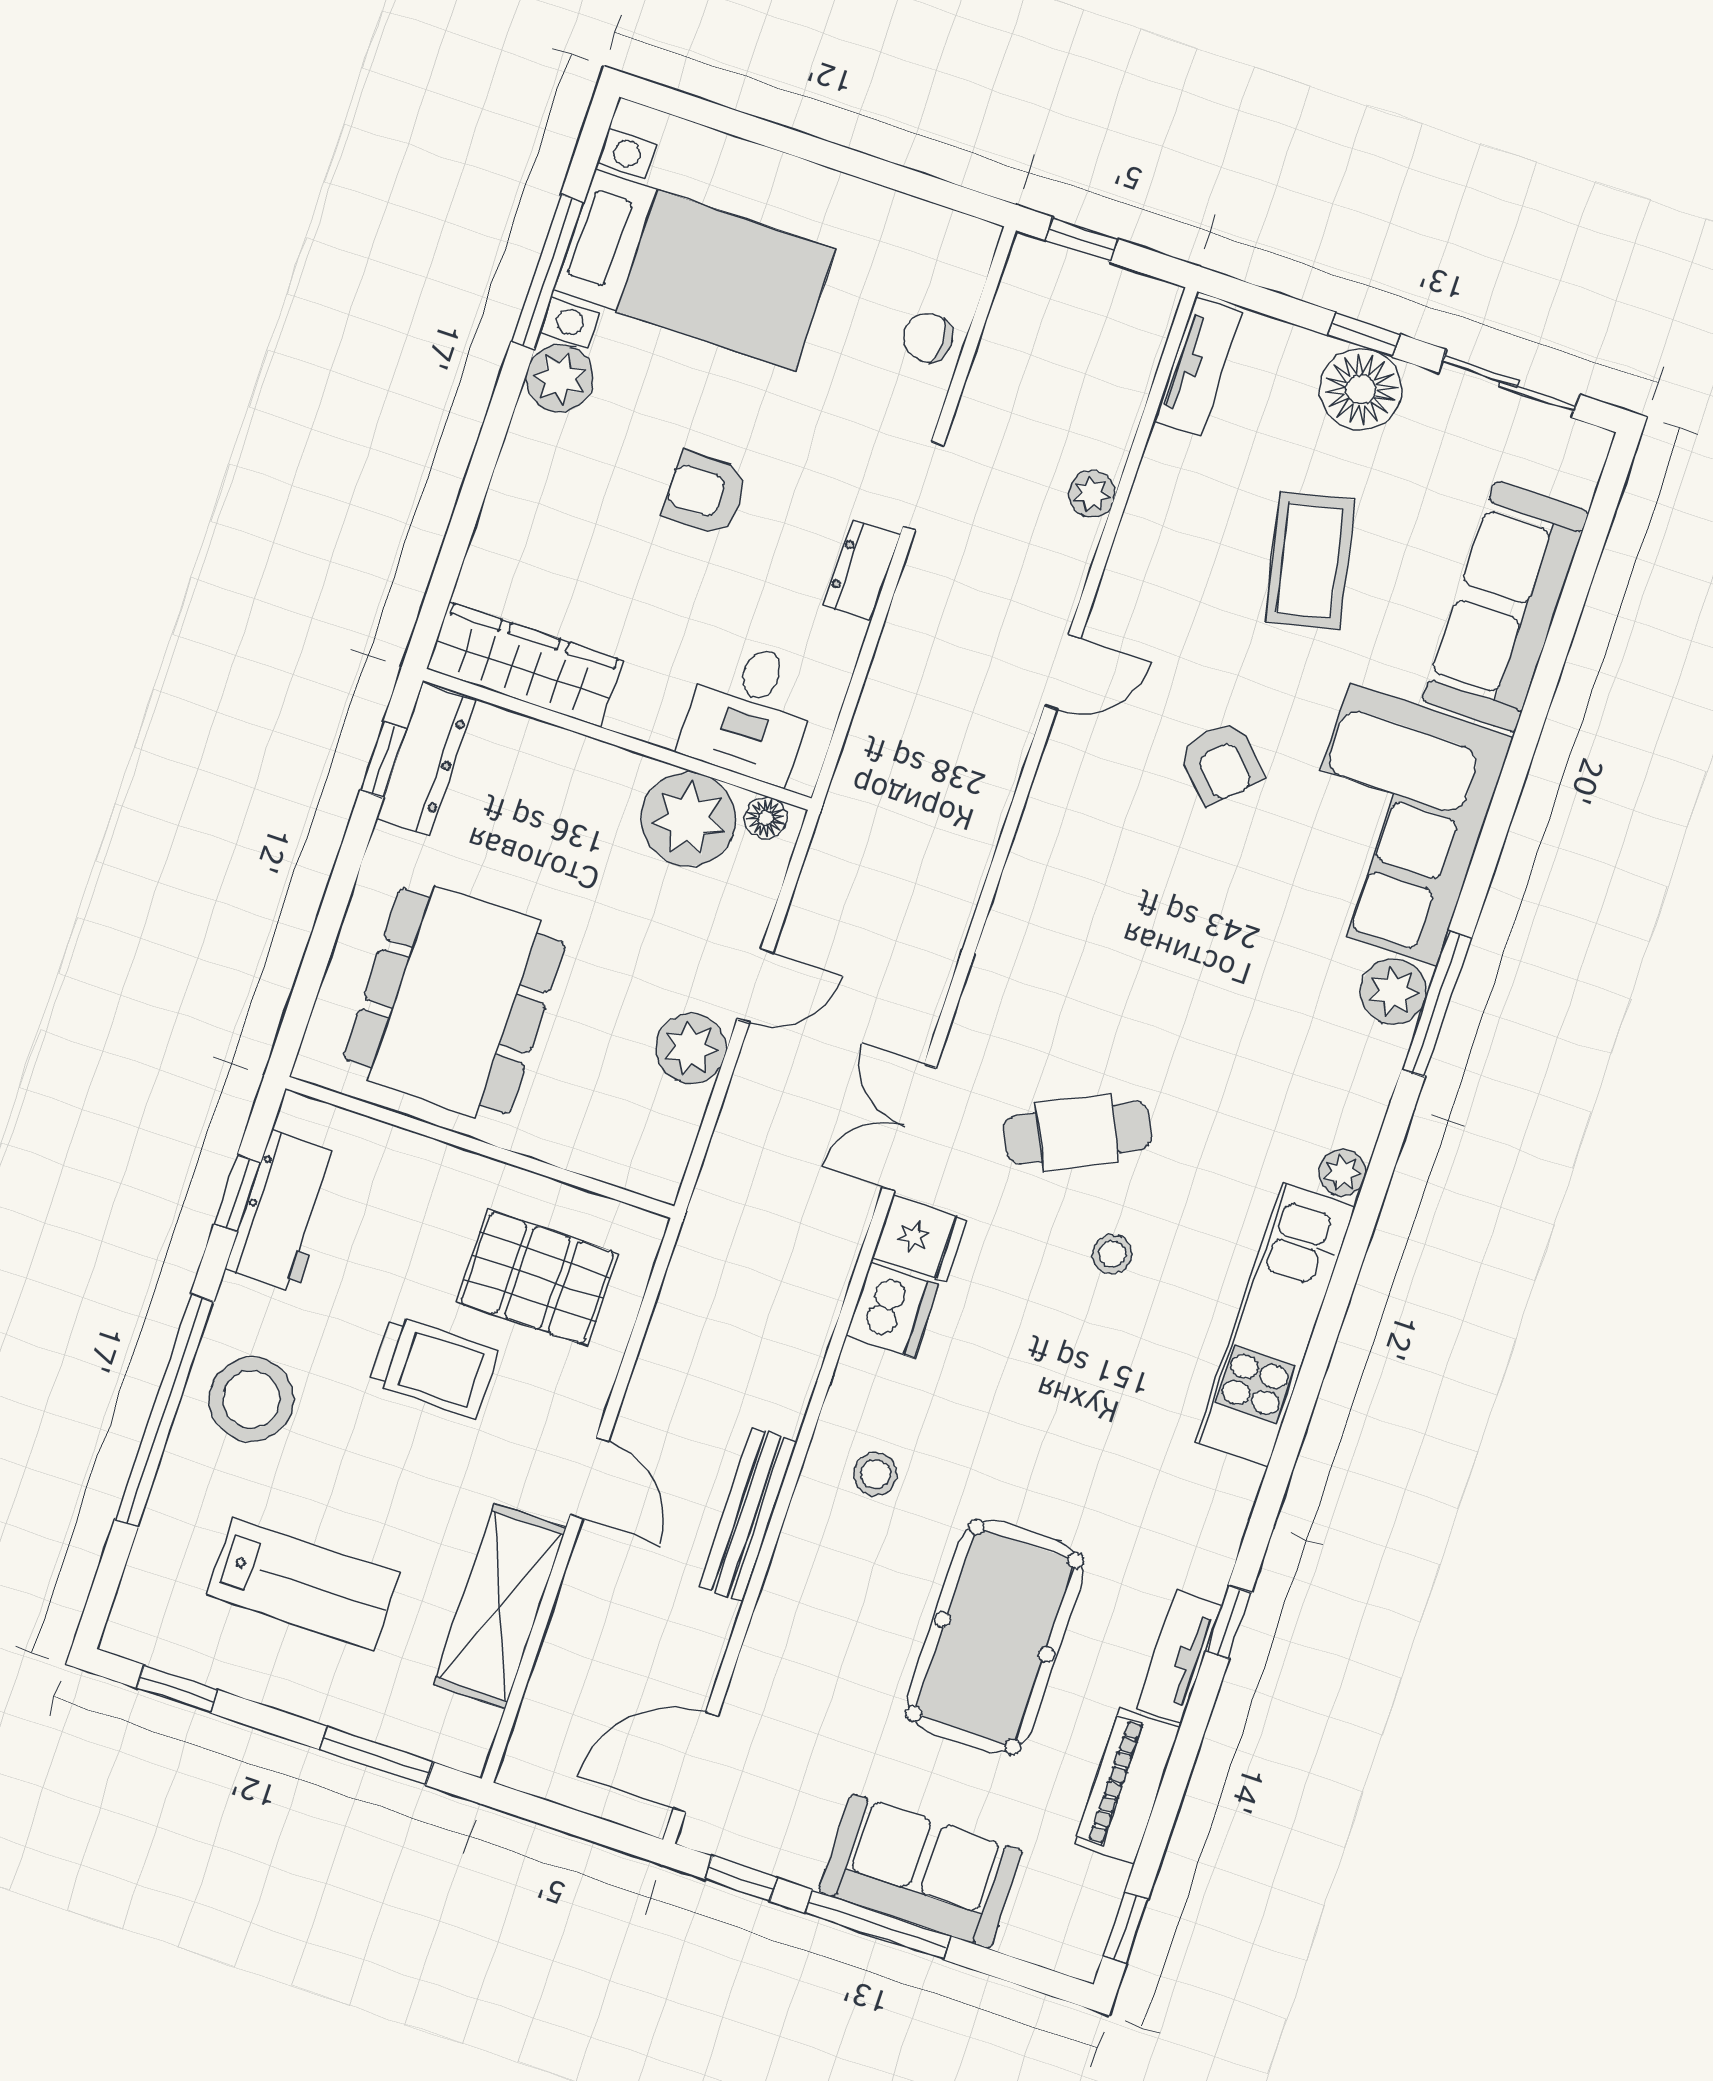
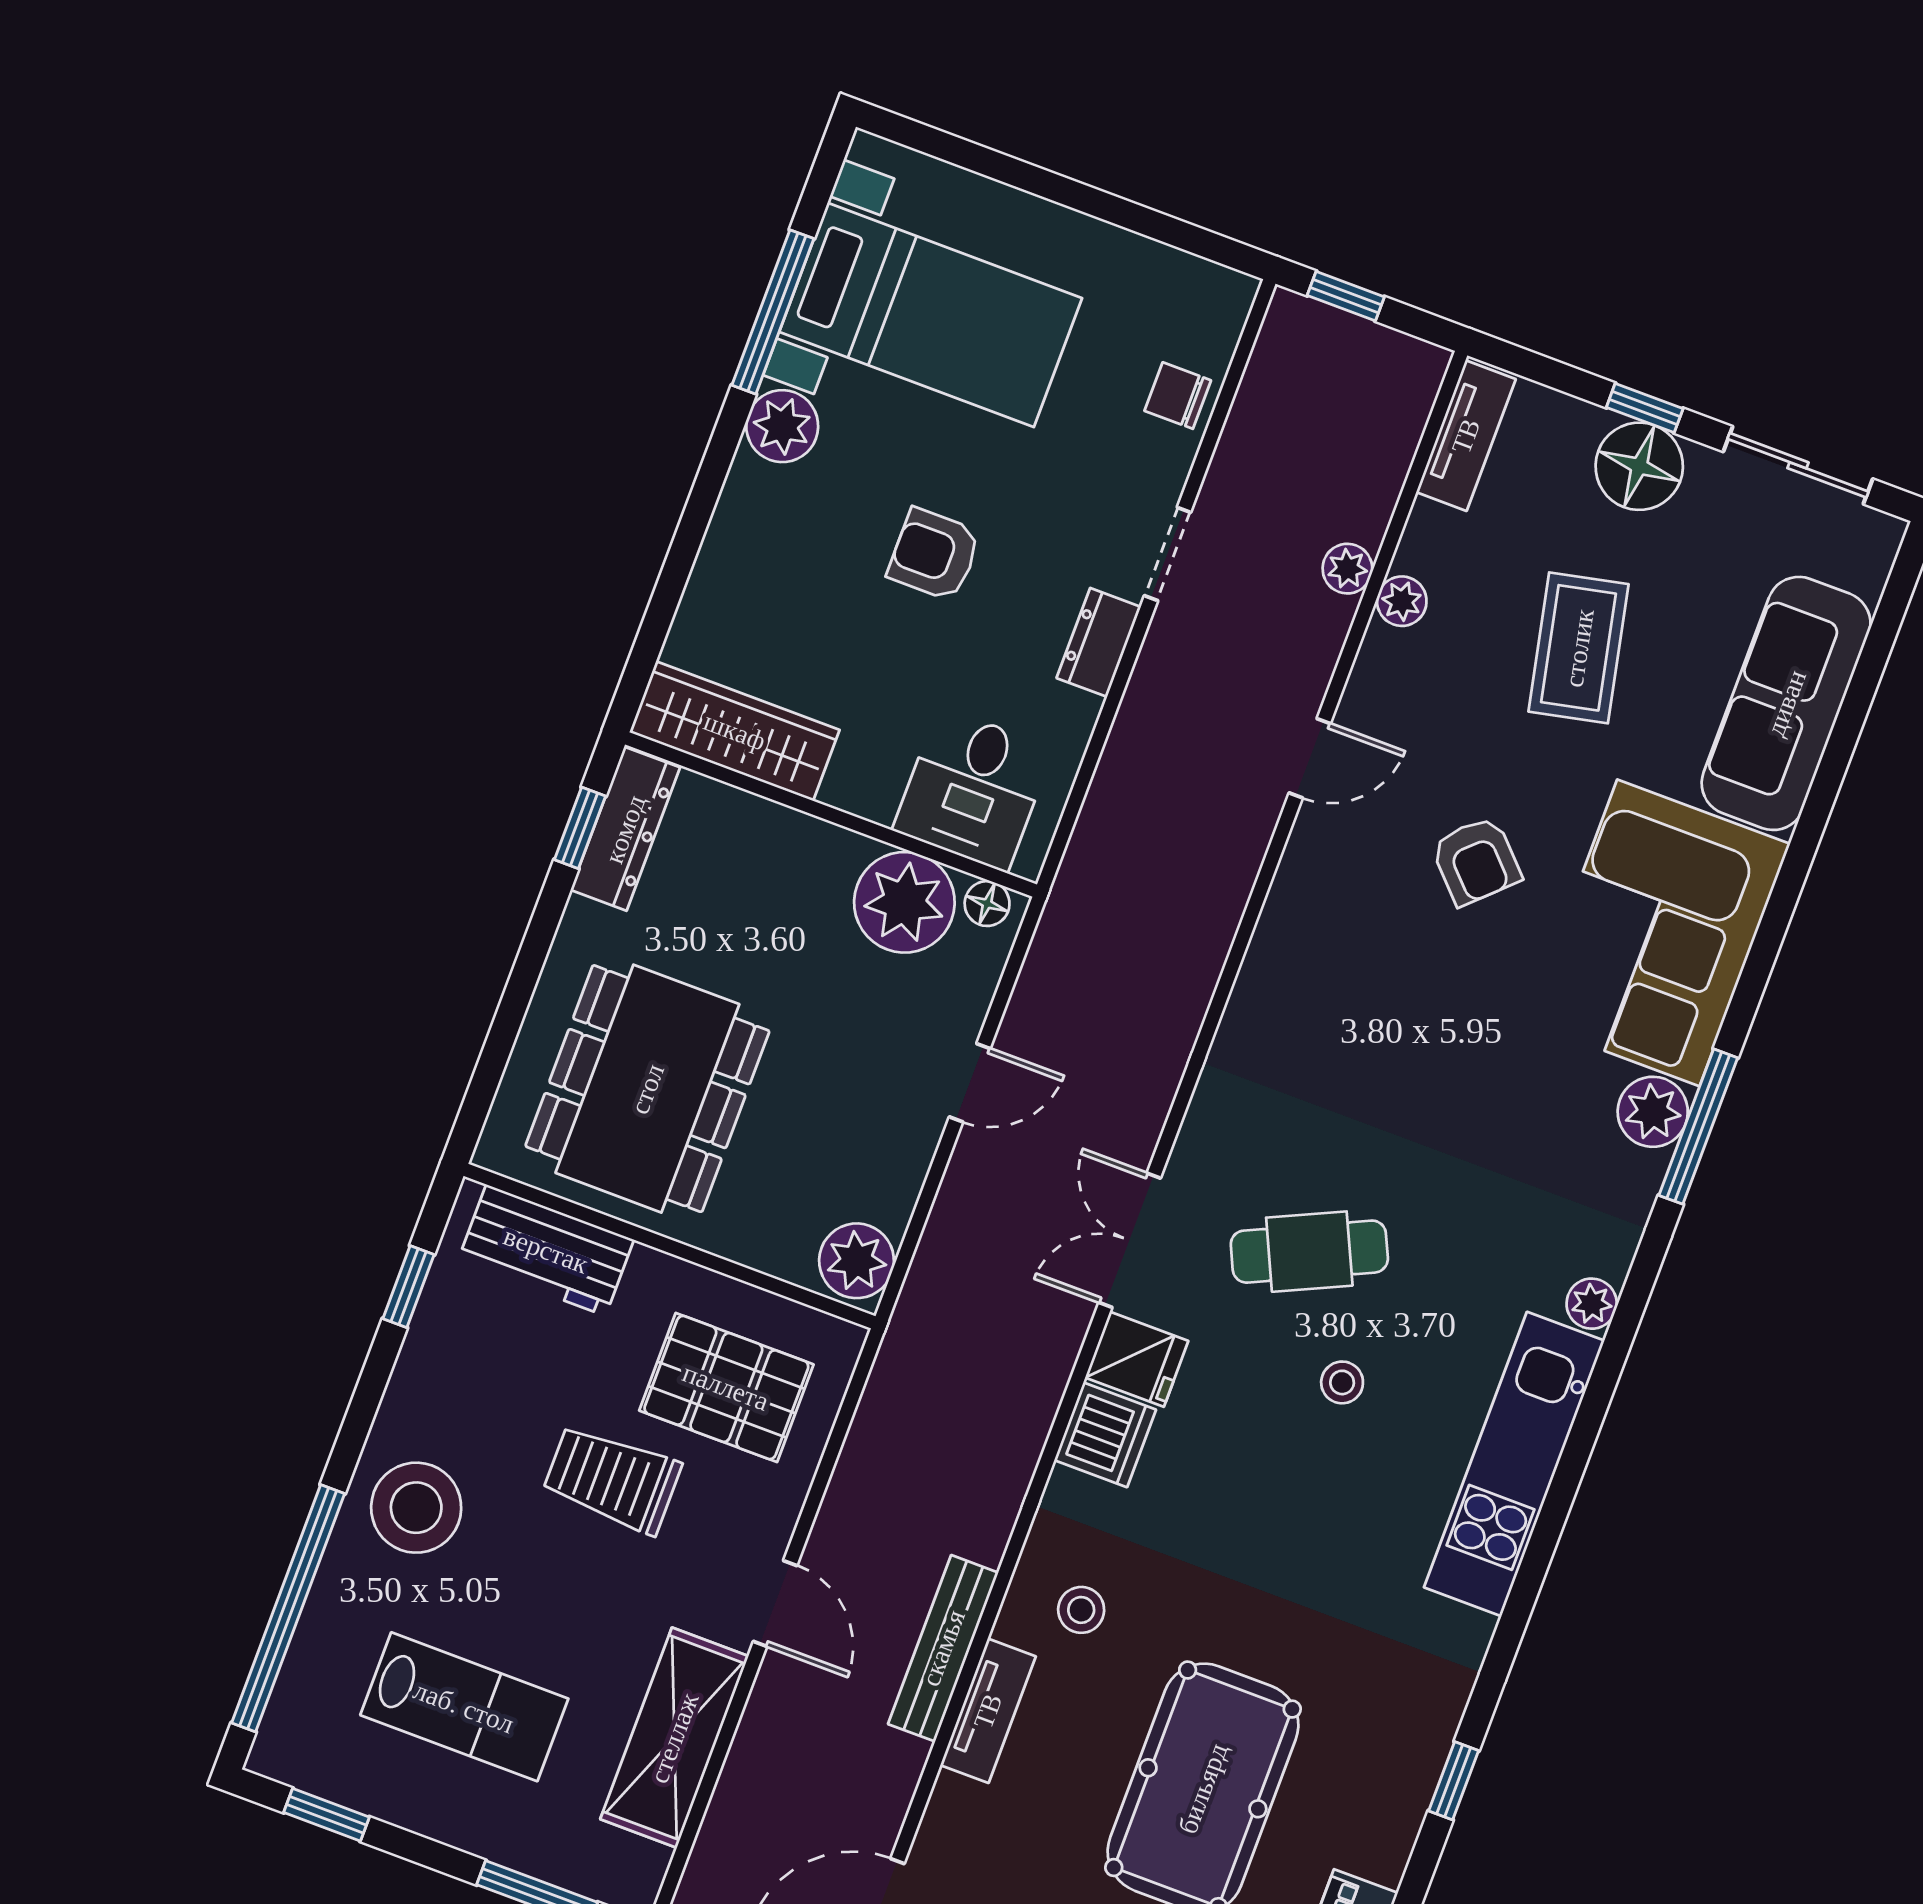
plant: (1143, 523) -> (1402, 601), added
plant: (691, 1048) -> (857, 1261), moved
workbench: (284, 1212) -> (546, 1250), moved, turned 90
trolley: (433, 1367) -> (612, 1479), turned 180
window: (164, 1410) -> (288, 1608), moved
tv unit: (1179, 1657) -> (988, 1711), moved, turned 180

